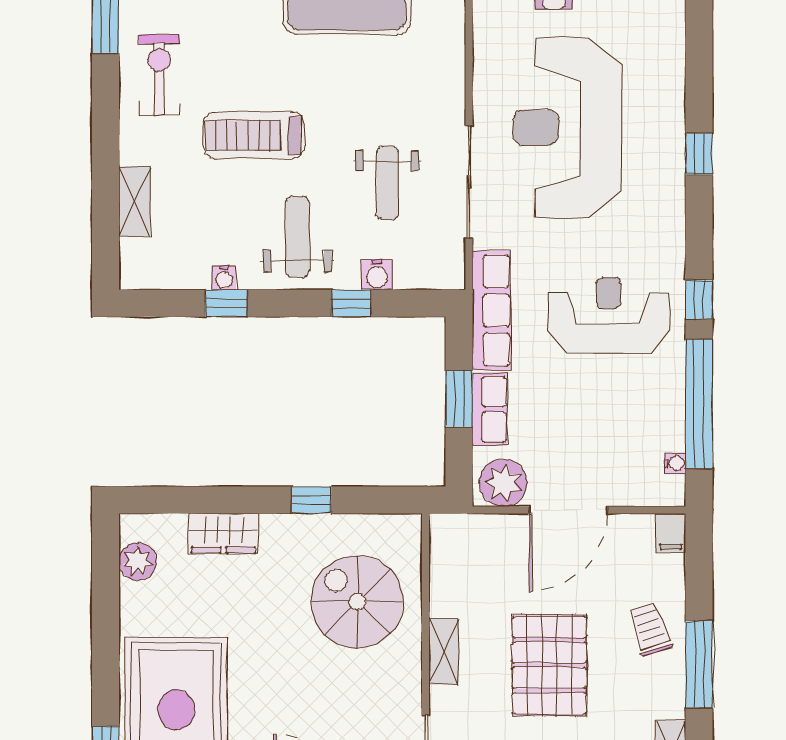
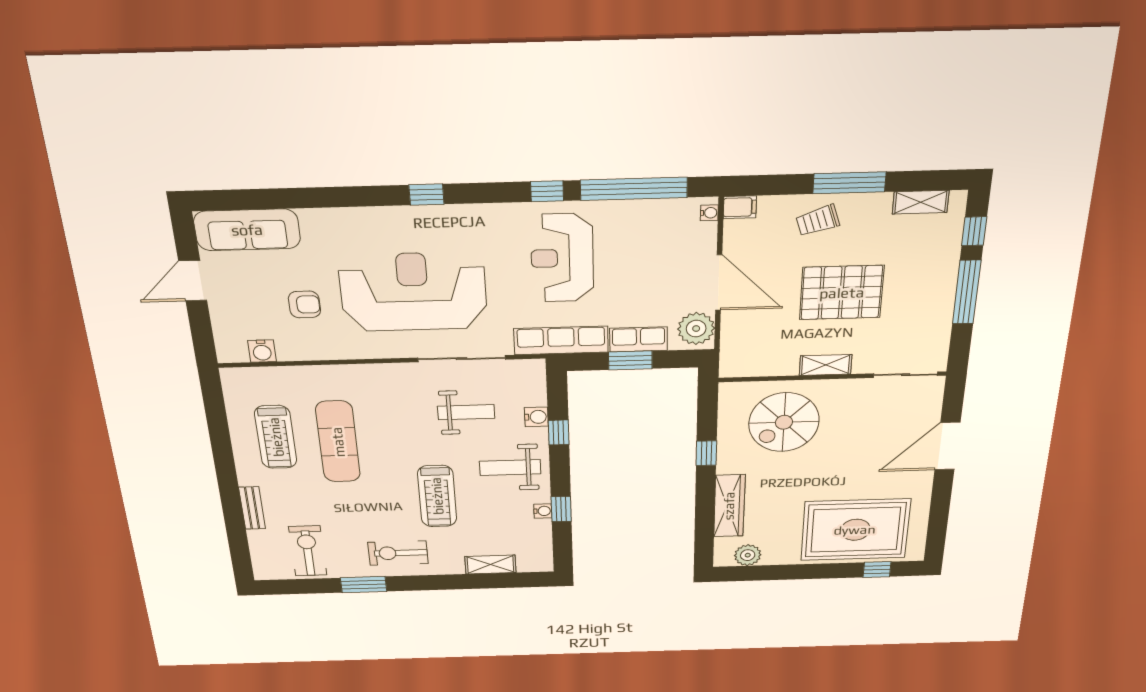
reception desk: (567, 128) -> (413, 292), turned 180
water cooler: (675, 463) -> (709, 213), moved, turned 90
wardrobe: (224, 533) -> (729, 506), width x1.50

